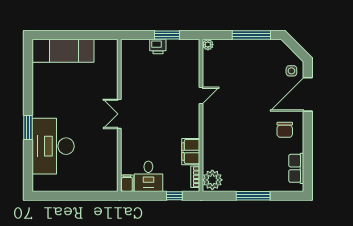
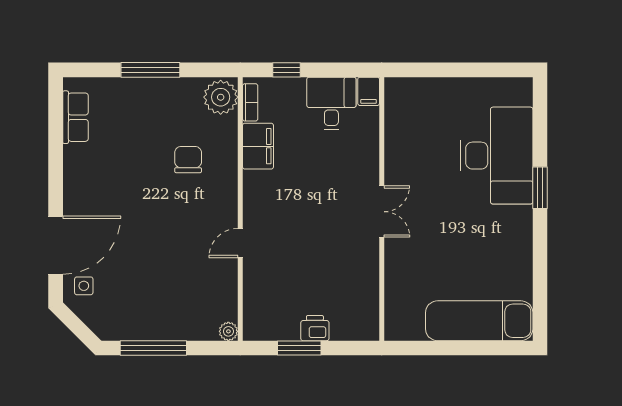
chair: (285, 130) -> (188, 160), moved

